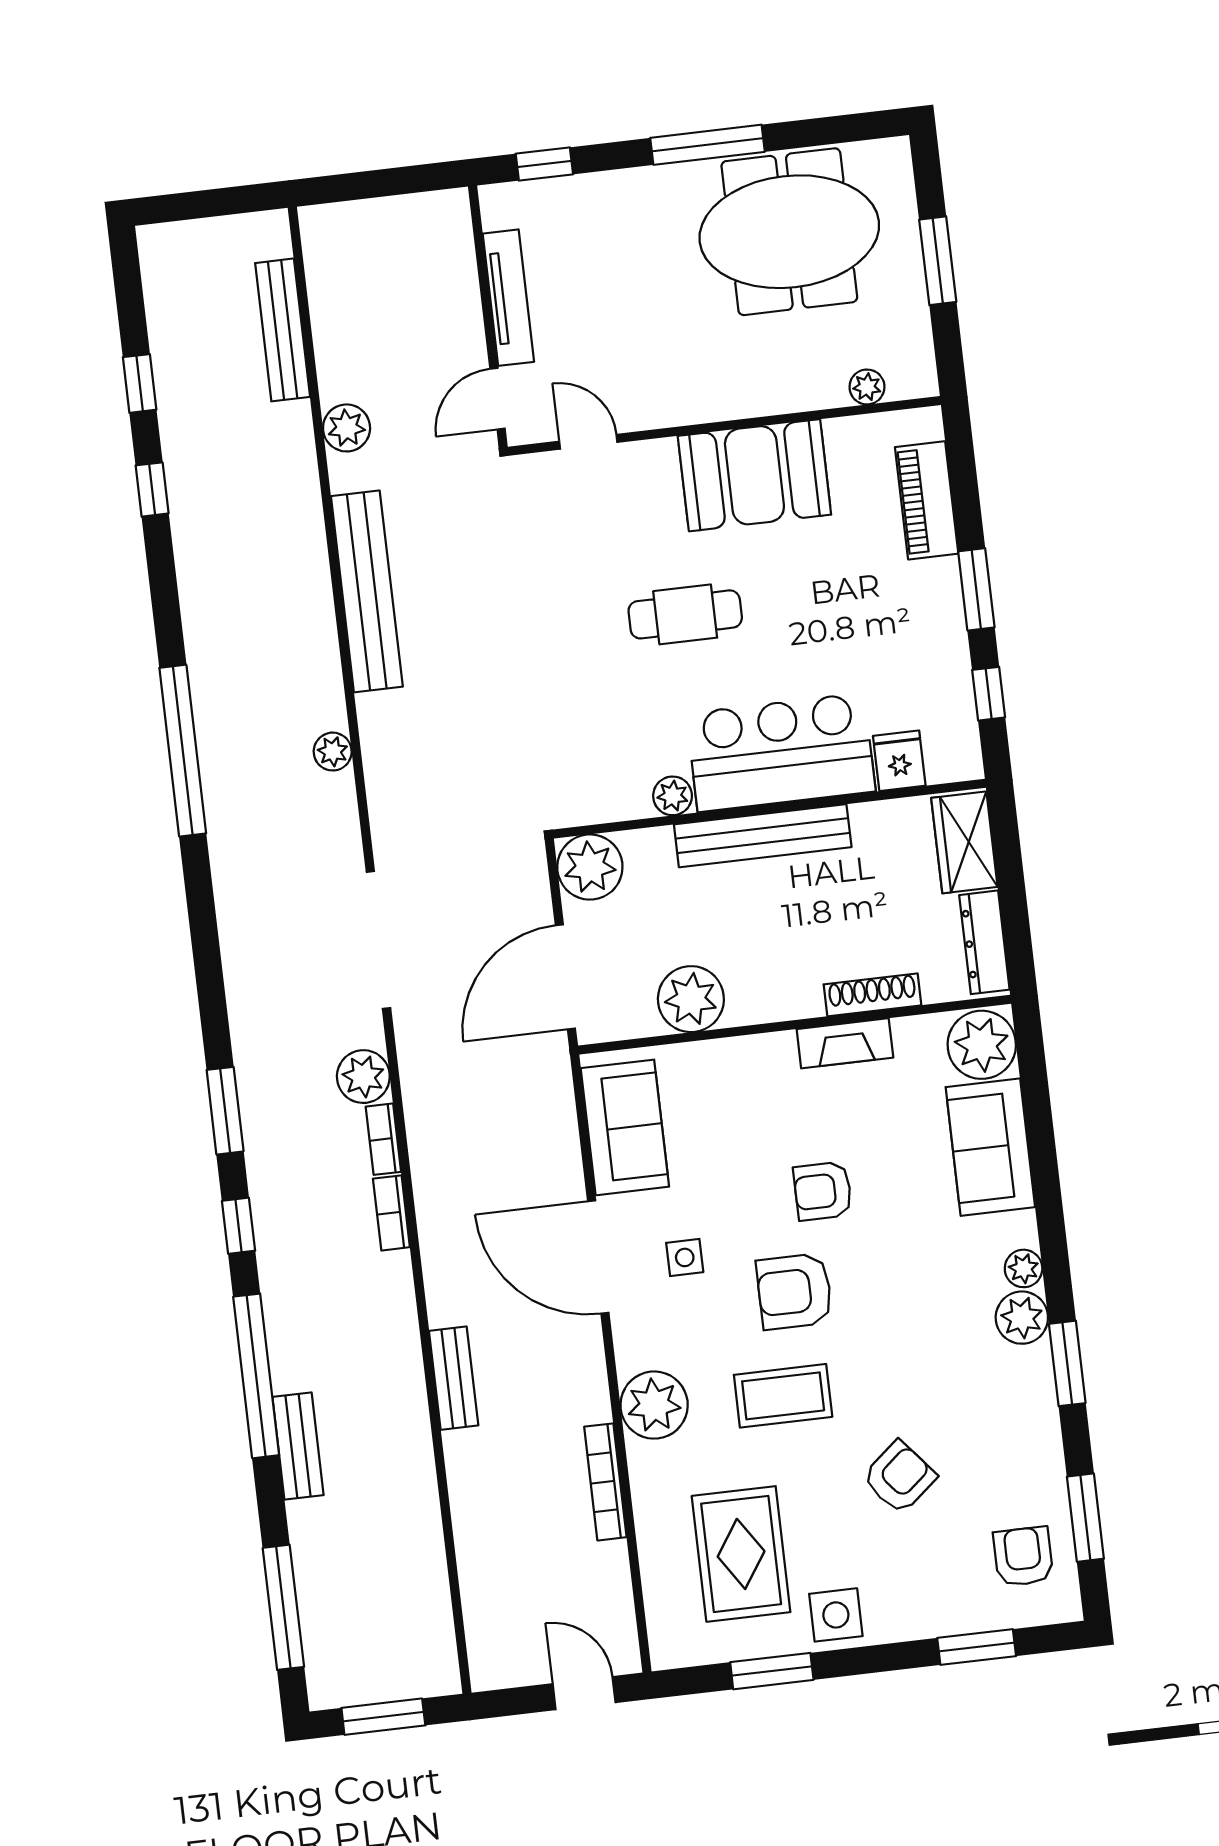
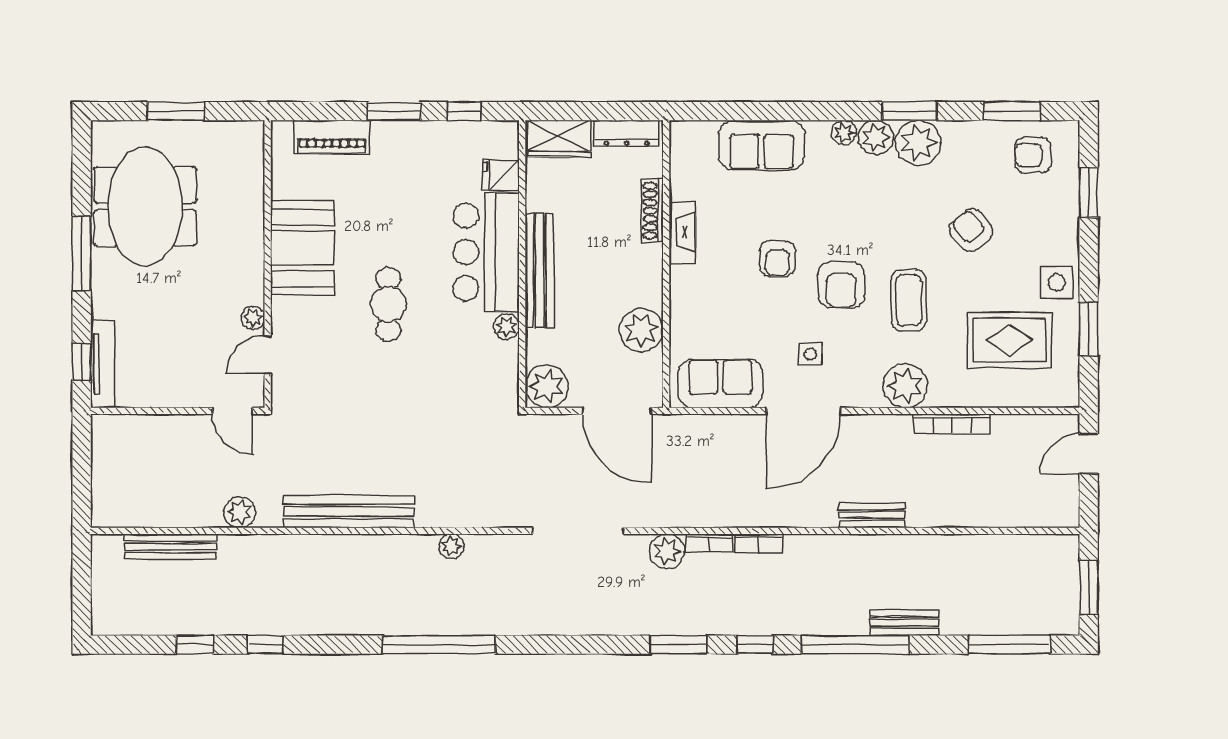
tv unit: (508, 298) -> (103, 364), moved, turned 90
plant: (867, 387) -> (253, 318), moved
plant: (982, 1045) -> (918, 143), moved

